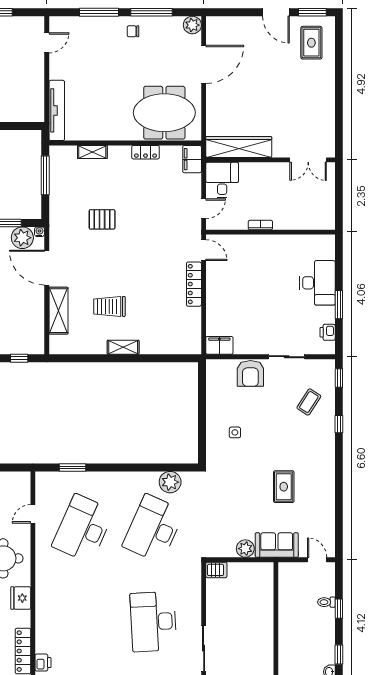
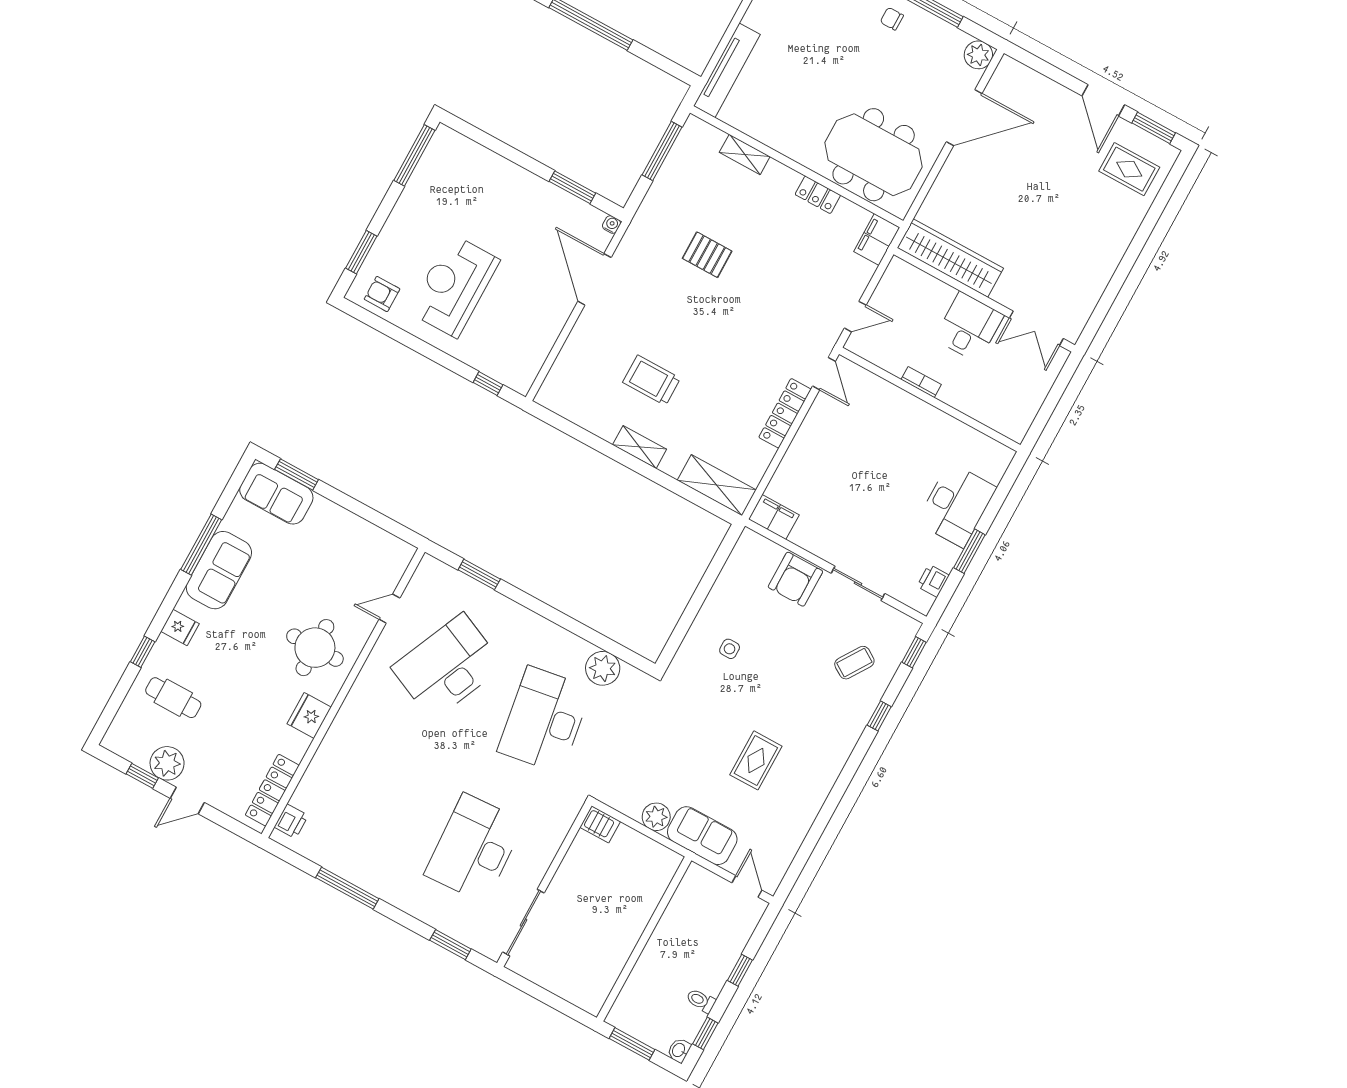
rug: (311, 43) -> (1129, 169), turned 90
desk: (222, 180) -> (969, 327), moved
plant: (22, 238) -> (583, 220), removed
shelving: (58, 311) -> (717, 485), moved, turned 90
desk: (153, 529) -> (545, 720), turned -33
toilet: (326, 602) -> (701, 1001), moved

